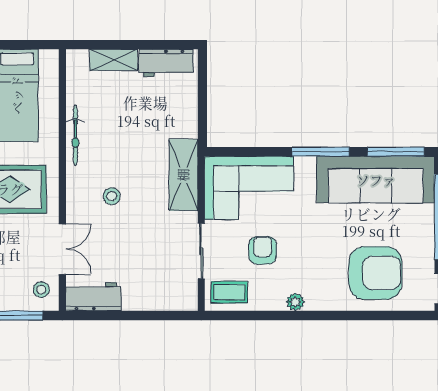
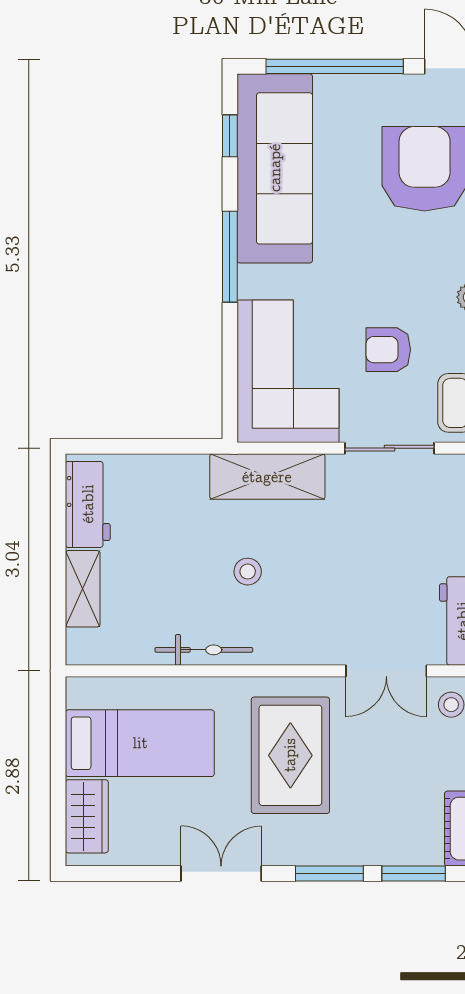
window: (396, 152) -> (230, 136), width x0.46
stool: (112, 196) -> (248, 572), moved
double door: (62, 249) -> (386, 671), swing flipped

